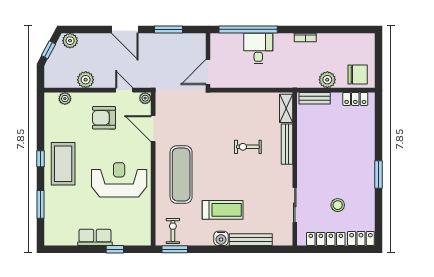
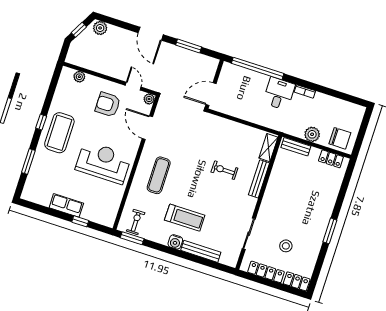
desk: (258, 49) -> (279, 94), moved
plant: (86, 80) -> (103, 66), removed
exercise mat: (181, 175) -> (159, 175), width x0.73, depth x0.69

